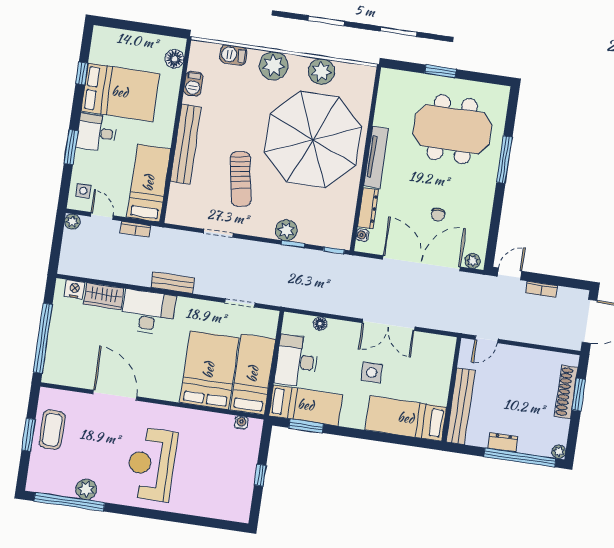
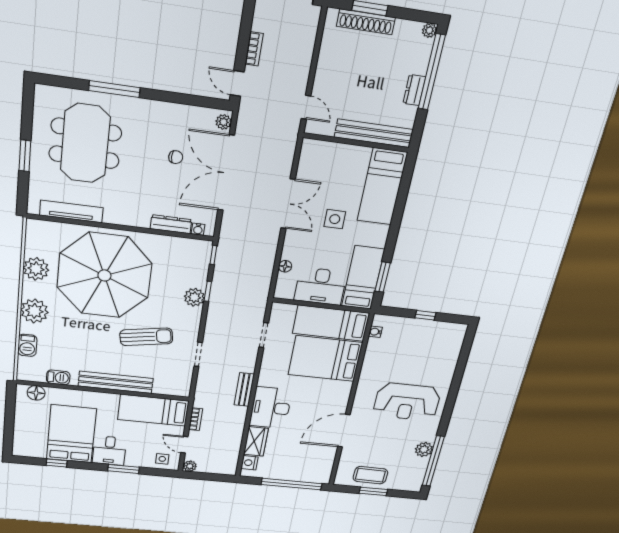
tv unit: (376, 157) -> (71, 211), moved
door: (102, 216) -> (184, 445), hinge flipped

